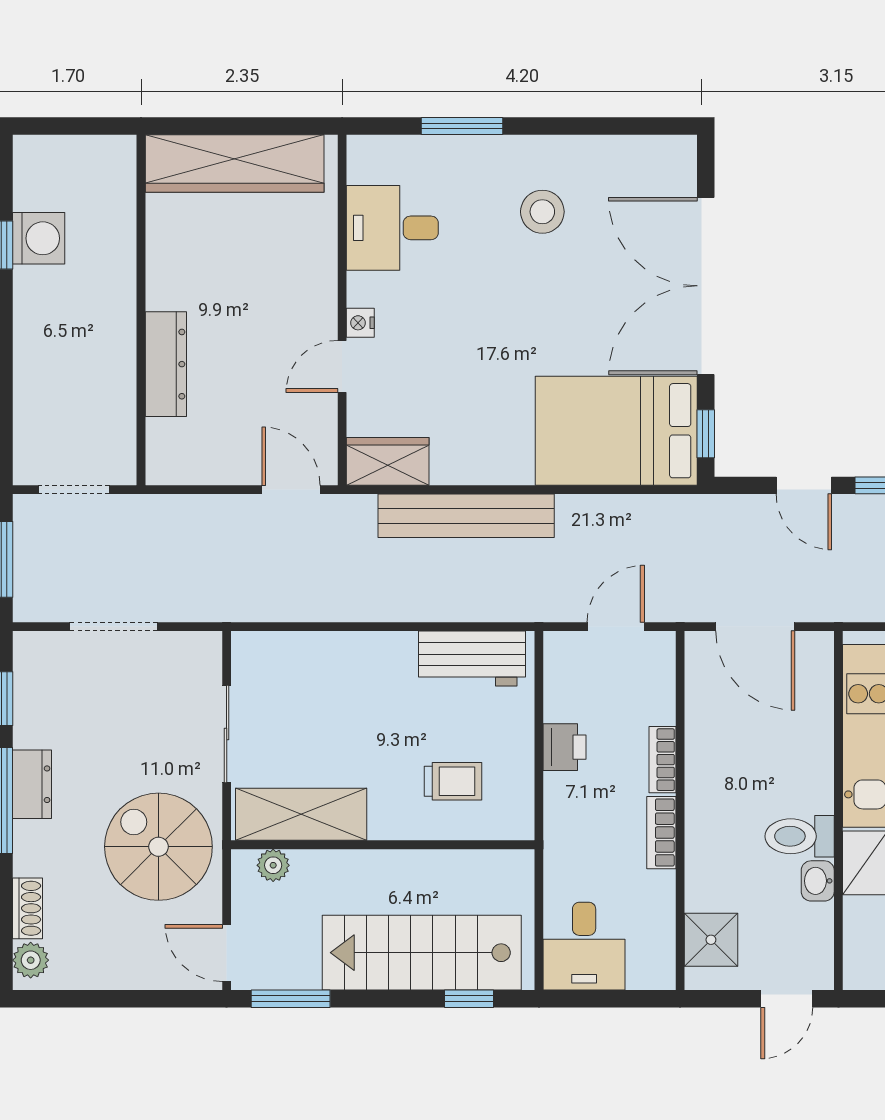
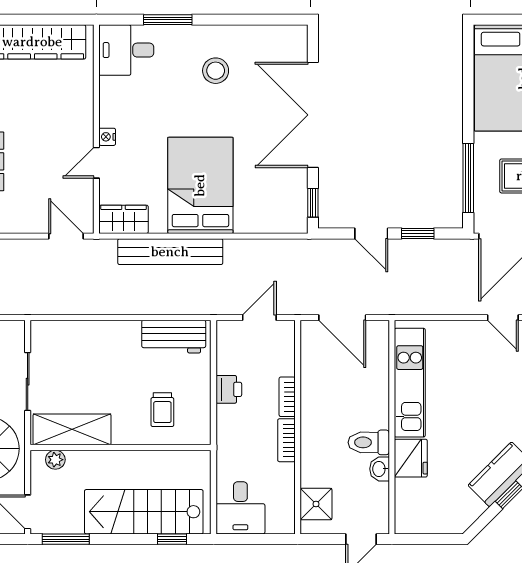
desk: (392, 228) -> (126, 50), moved
bed: (616, 431) -> (200, 185), moved, turned 90
trolley: (453, 781) -> (162, 410), turned 90

